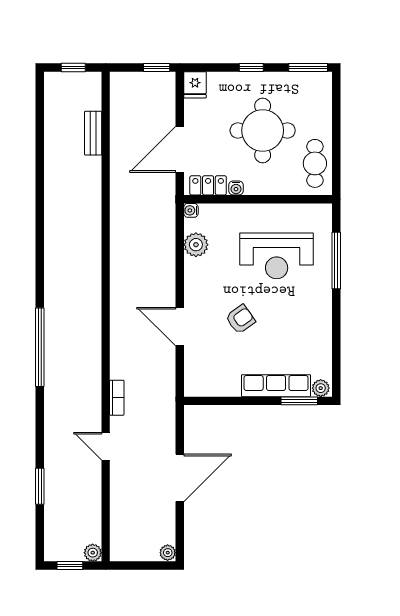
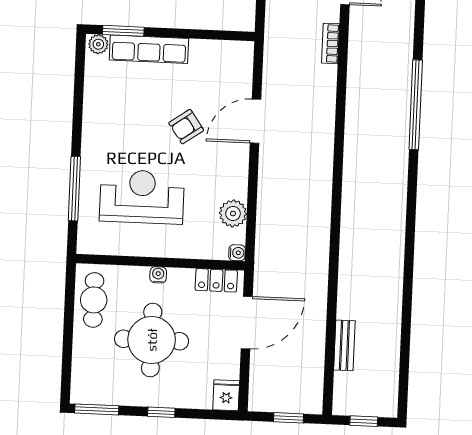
window: (157, 67) -> (288, 418), moved
water cooler: (236, 188) -> (158, 275), moved
door: (180, 327) -> (256, 121), swing flipped

